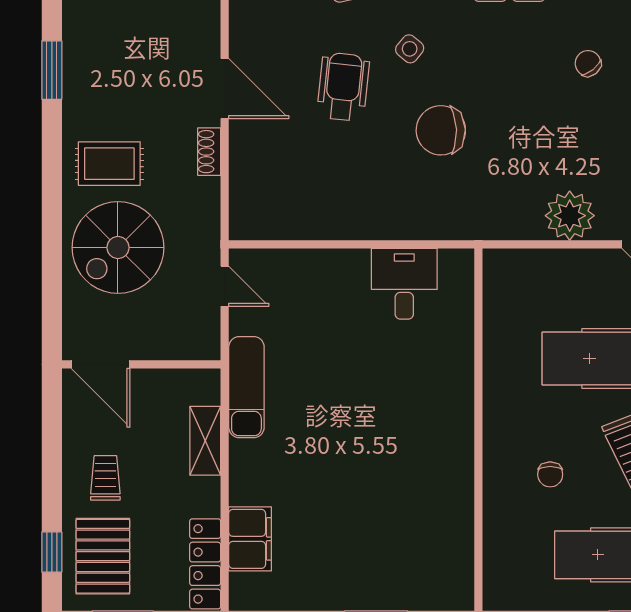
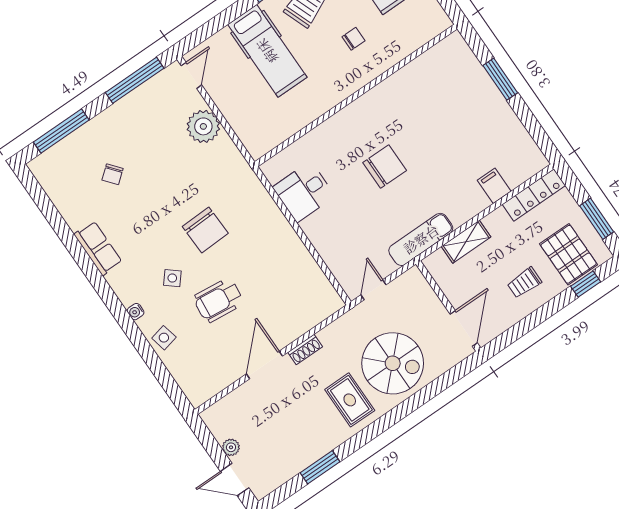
chair: (367, 405) -> (385, 166), added
filing cabinet: (250, 539) -> (494, 186), width x0.50
pallet: (103, 556) -> (569, 254), turned 90

